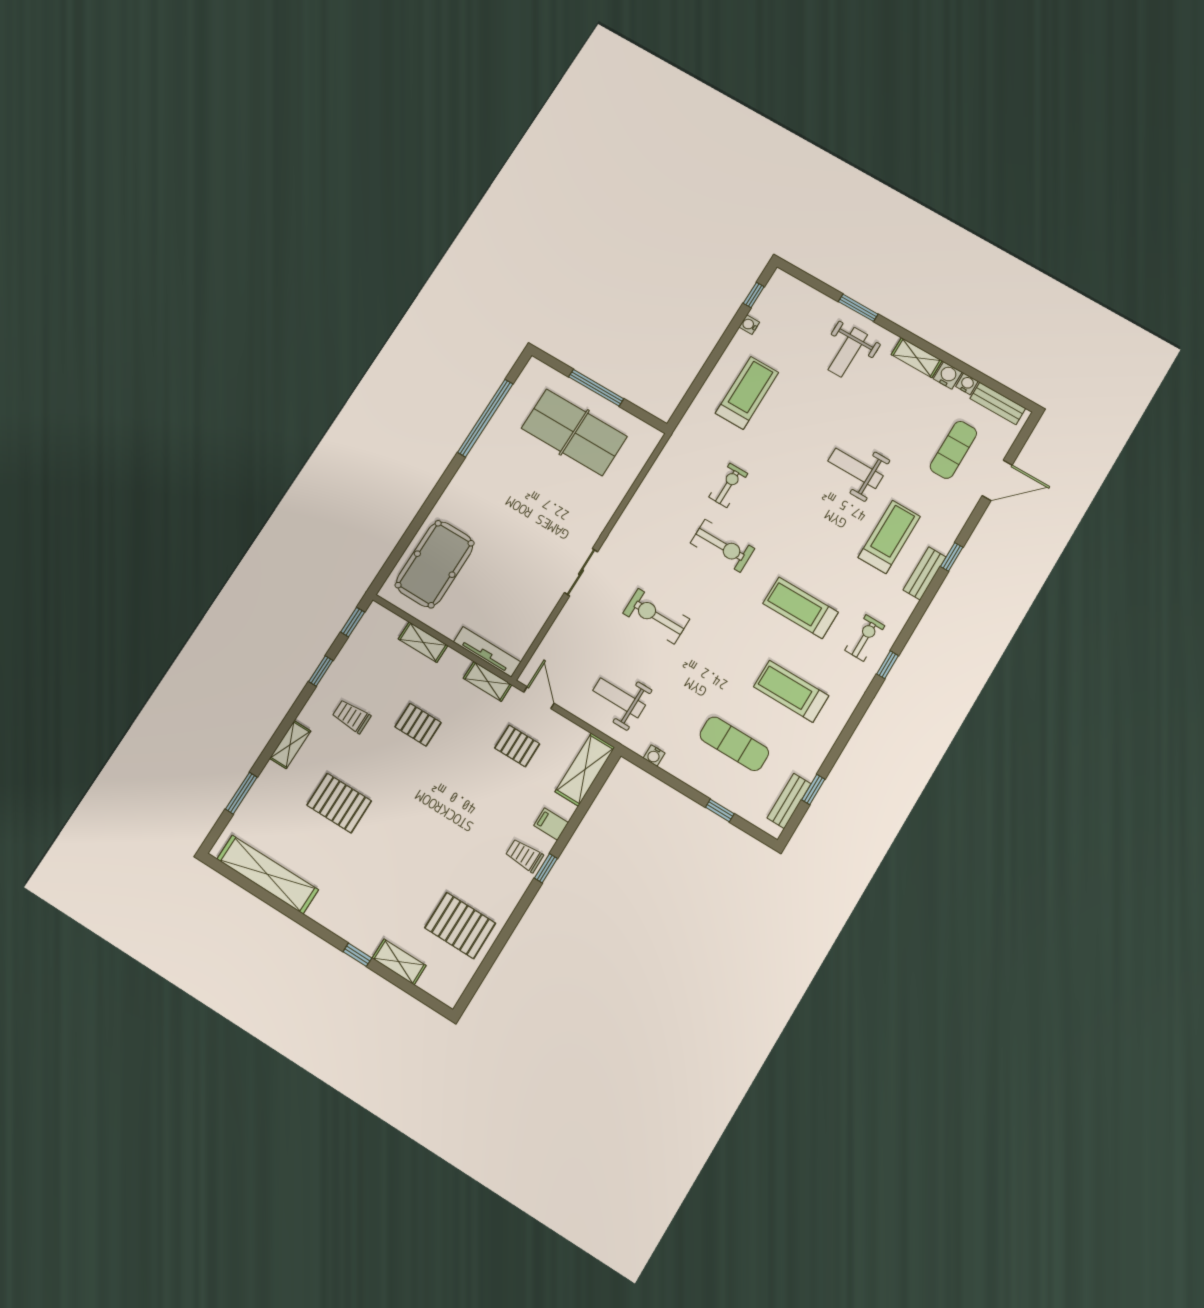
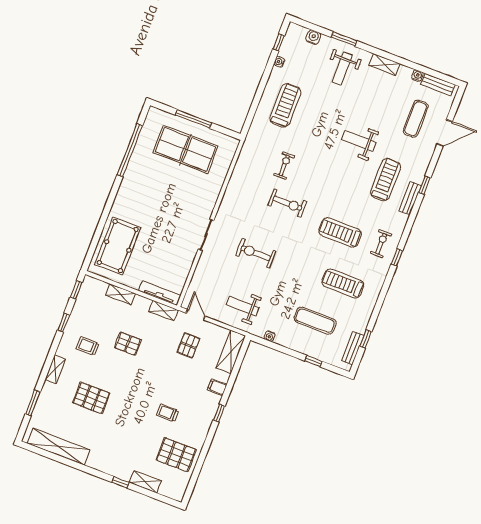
water cooler: (948, 375) -> (313, 37), moved
pallet: (517, 746) -> (188, 345), turned 90
trolley: (524, 855) -> (168, 413), moved

